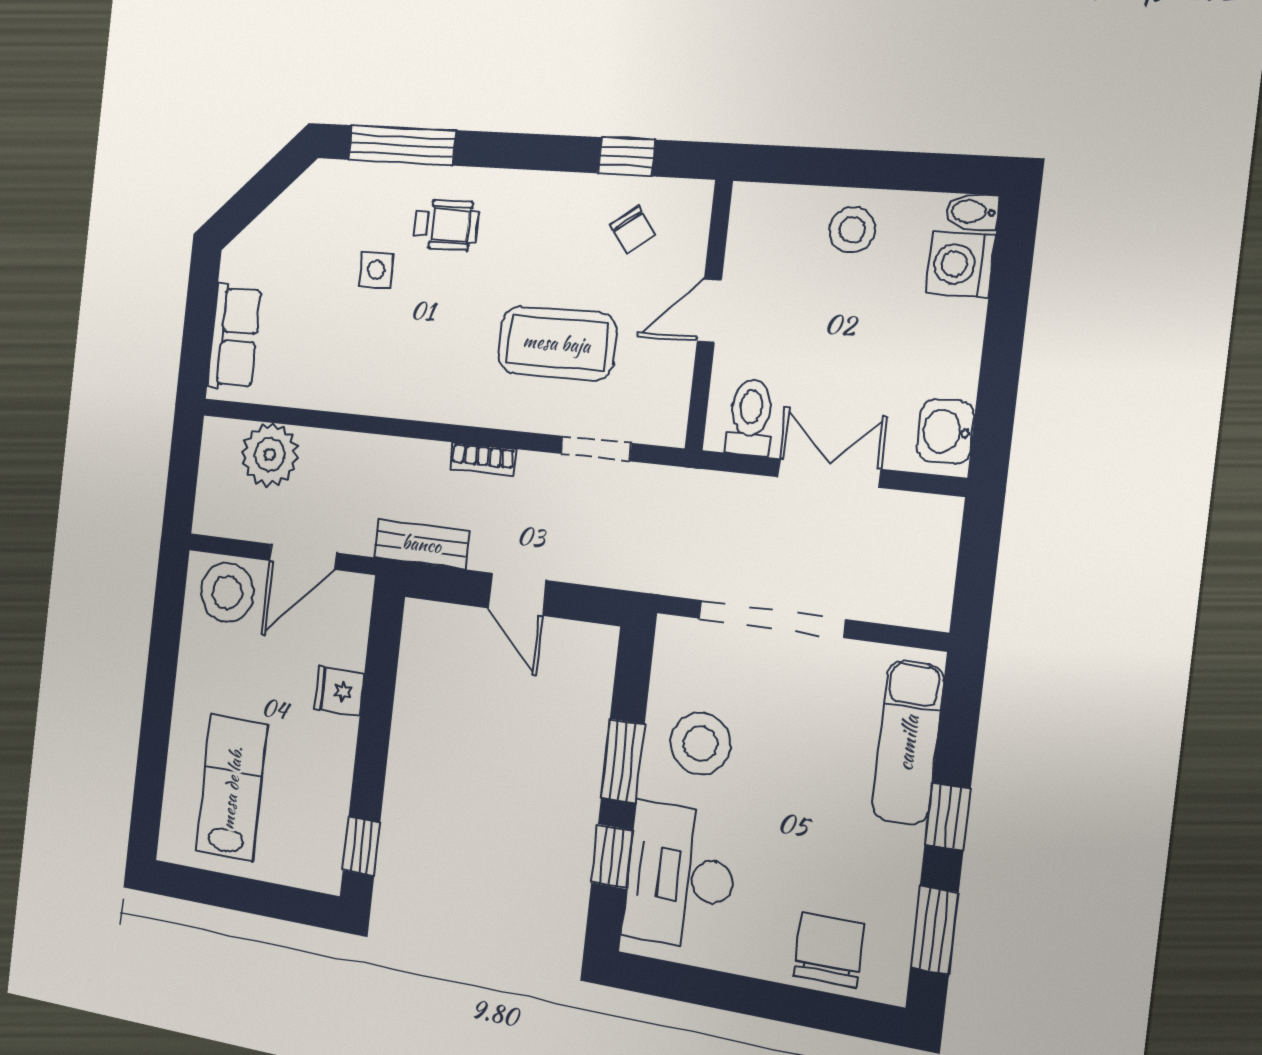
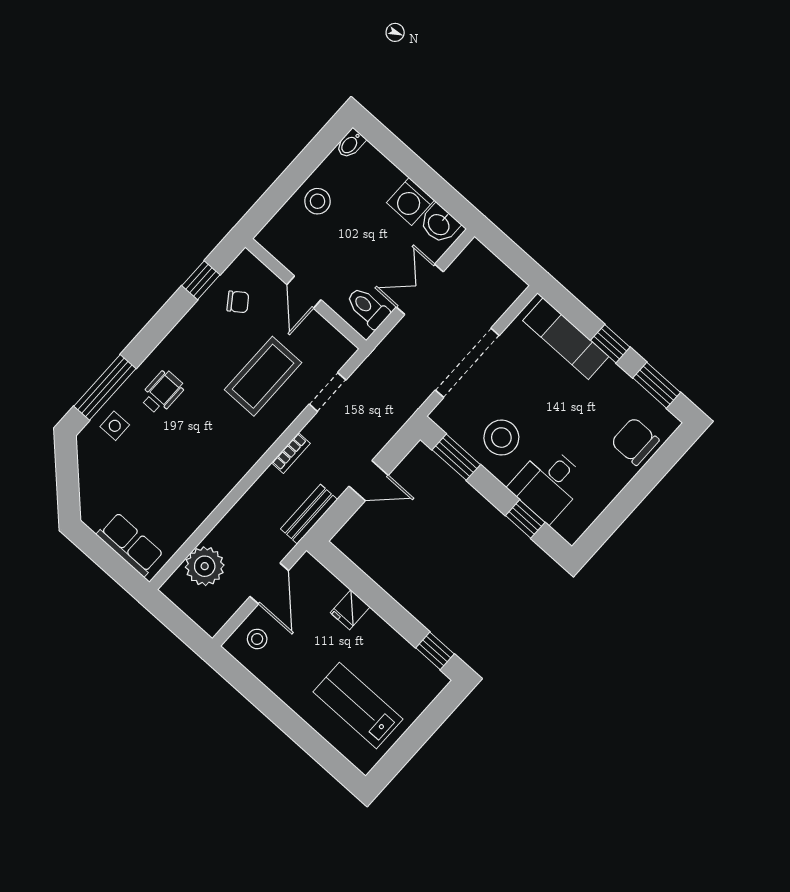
washing machine: (961, 264) -> (410, 201), moved
side table: (376, 270) -> (115, 426), moved
stool: (227, 592) -> (257, 639), width x0.53, depth x0.53
window: (623, 761) -> (456, 457), moved
desk: (680, 876) -> (548, 484), width x0.73

